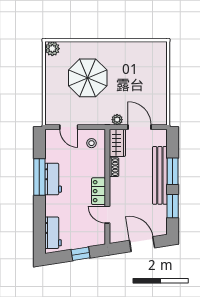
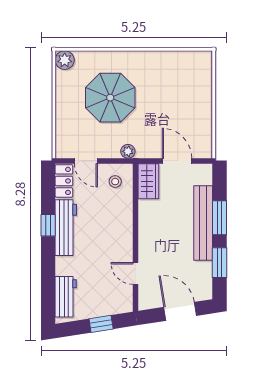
plant: (117, 120) -> (128, 151), moved
shoe rack: (114, 167) -> (144, 212), removed
window: (39, 177) -> (48, 225), width x0.46
workbench: (53, 179) -> (66, 228), width x1.38
locker: (99, 191) -> (64, 181), moved, turned 180

